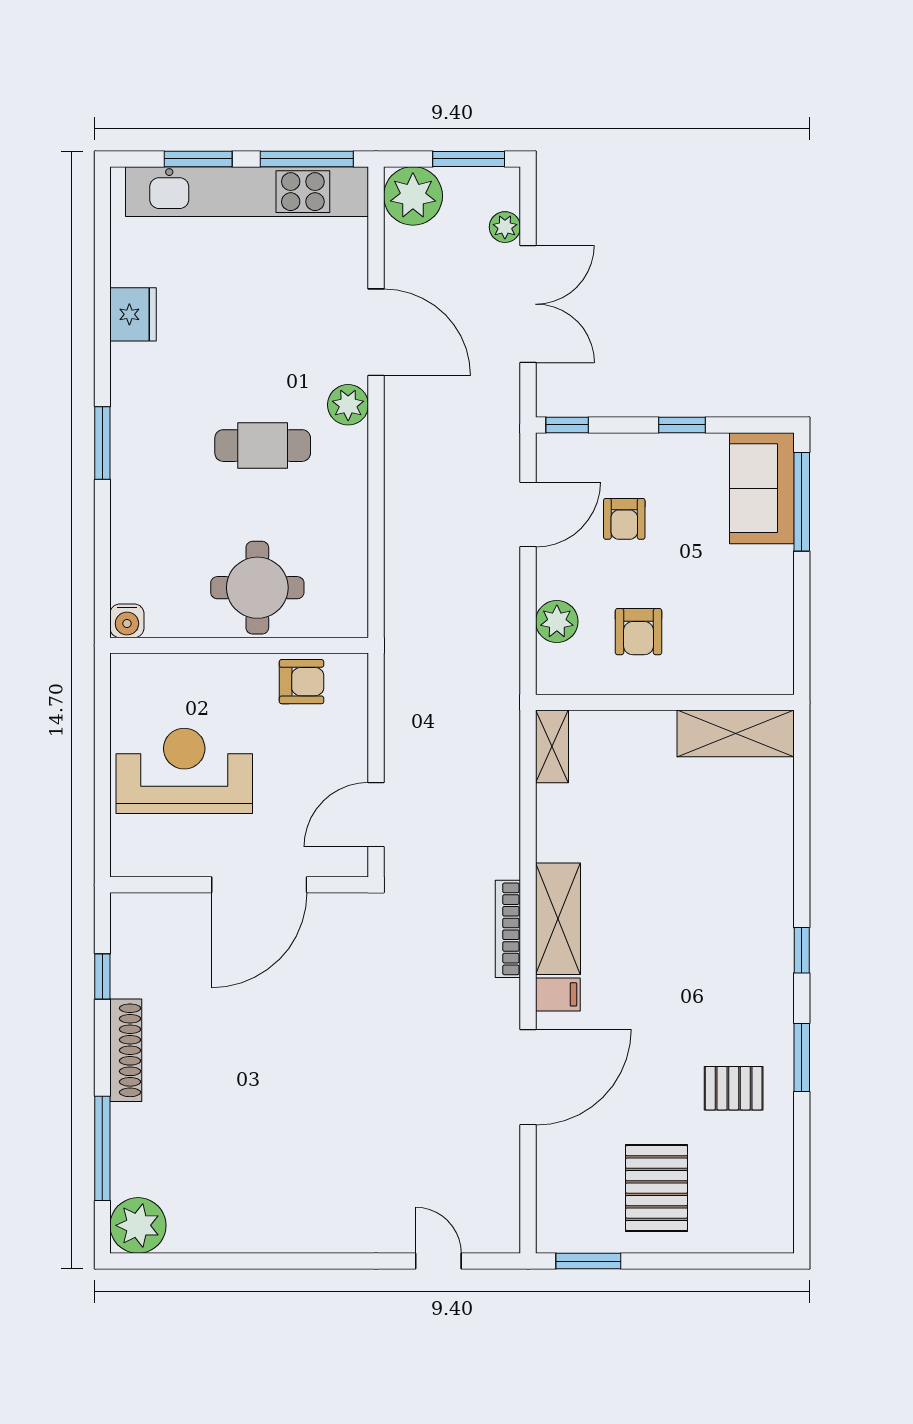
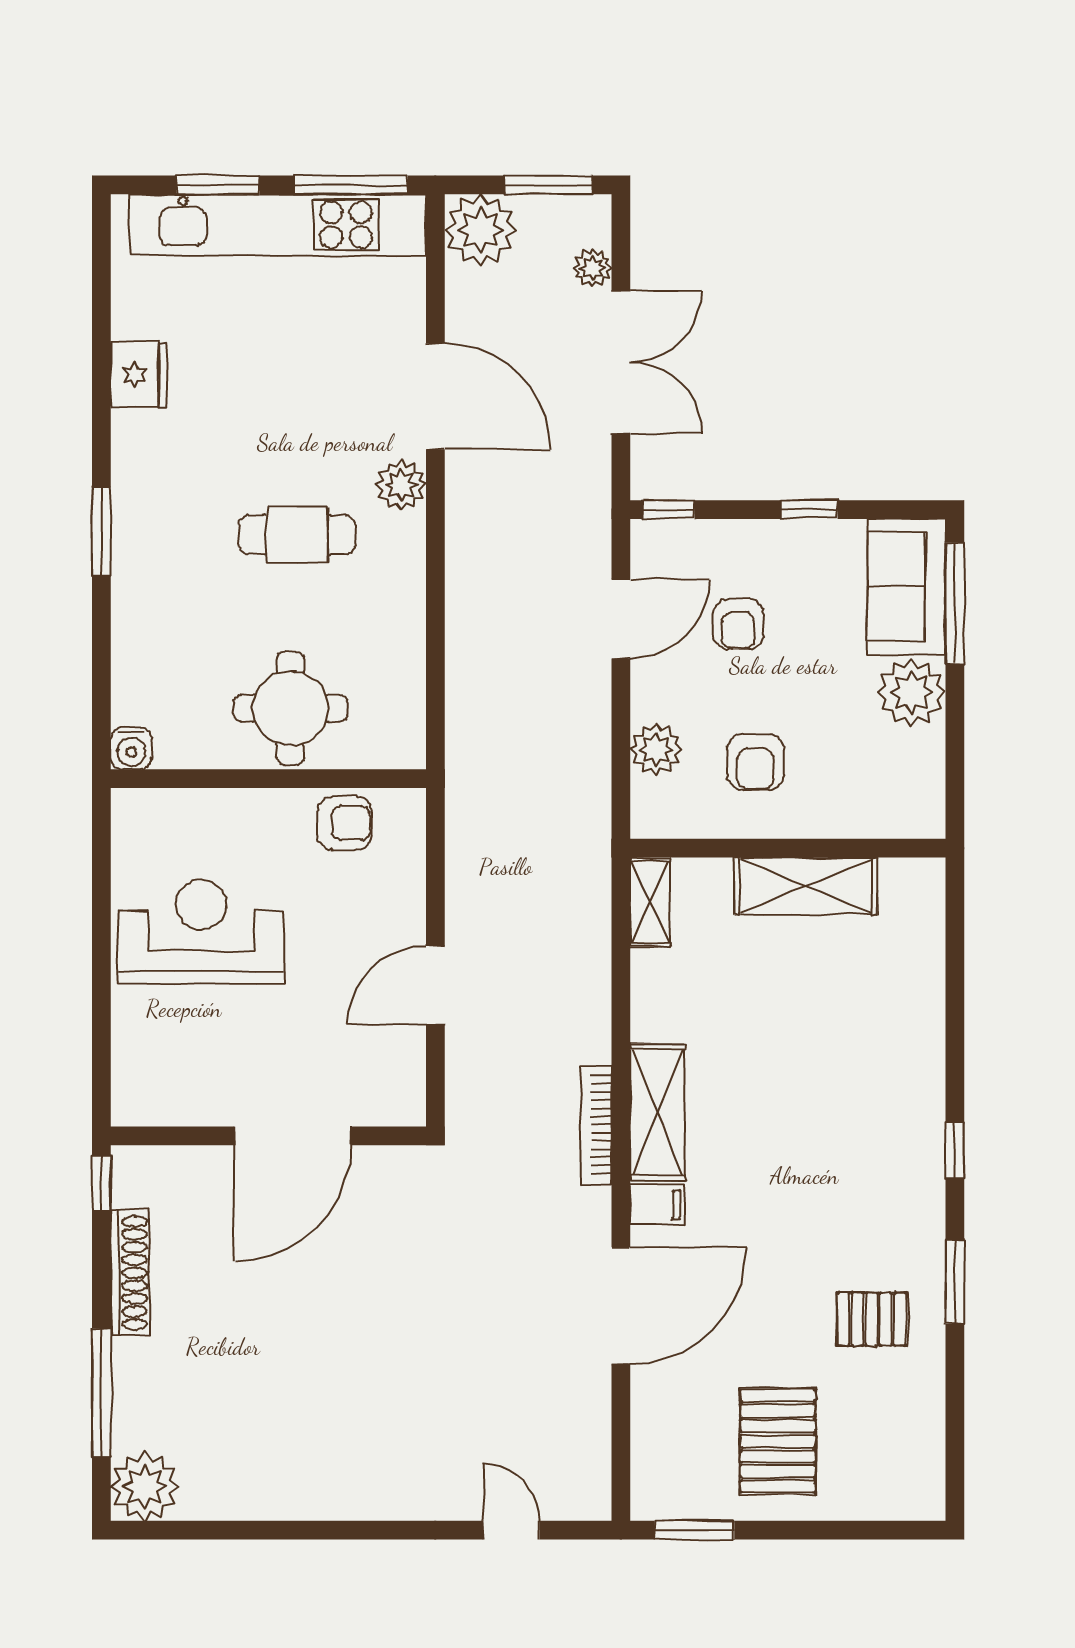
plant: (766, 575) -> (911, 693), added
shelving: (736, 733) -> (806, 886), moved
wall: (239, 885) -> (268, 1136), moved
door: (259, 885) -> (293, 1136), moved

